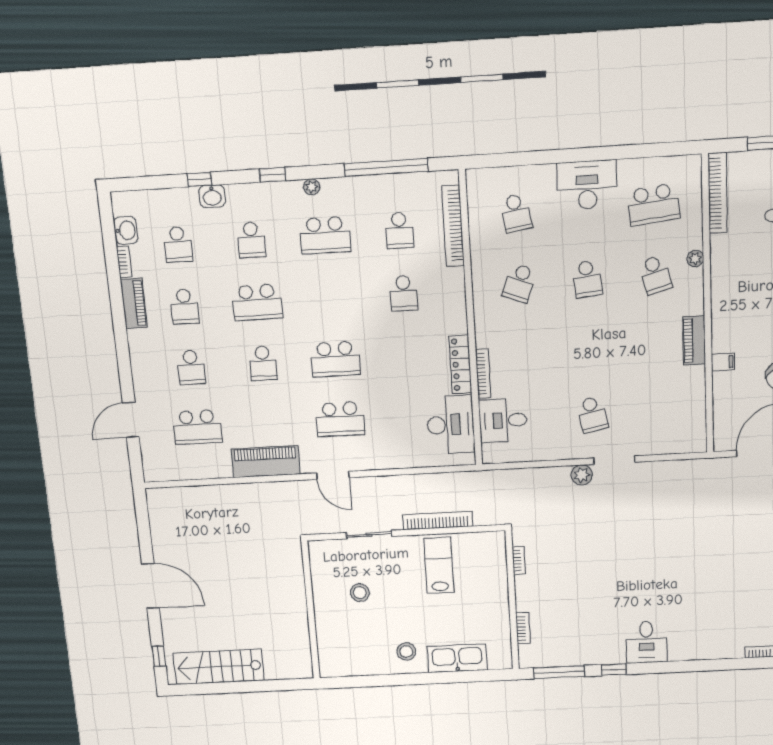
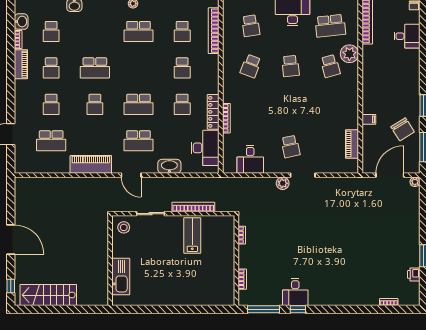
school desk: (251, 240) -> (182, 104), moved
plant: (695, 258) -> (349, 54), width x1.88, depth x1.88
piano: (694, 340) -> (352, 144), moved
desk: (503, 420) -> (250, 159), moved, turned -90
washbasin: (394, 458) -> (169, 166), added
stool: (360, 593) -> (124, 227), moved
desk: (646, 642) -> (295, 292), moved
stool: (406, 651) -> (168, 291), removed
kitchen sink: (457, 658) -> (121, 277), moved, turned 90

